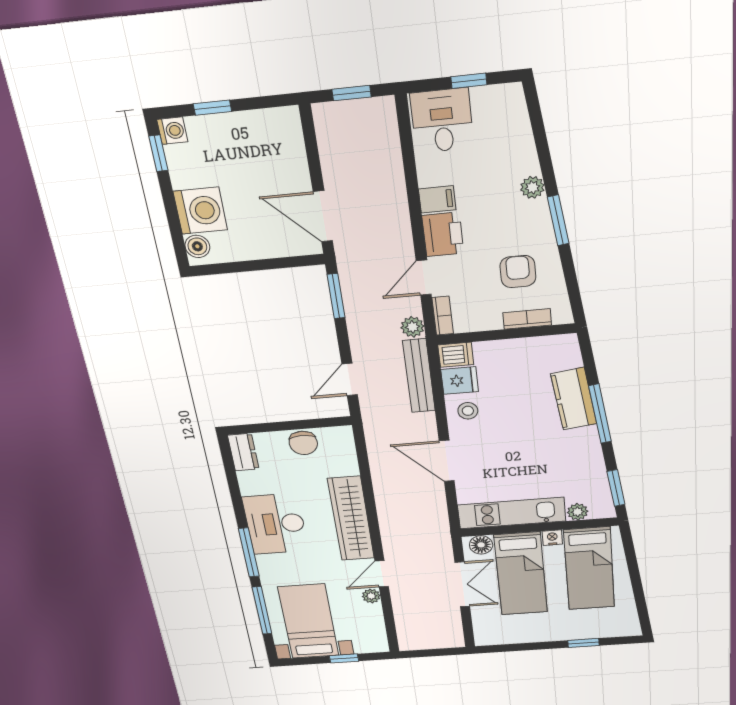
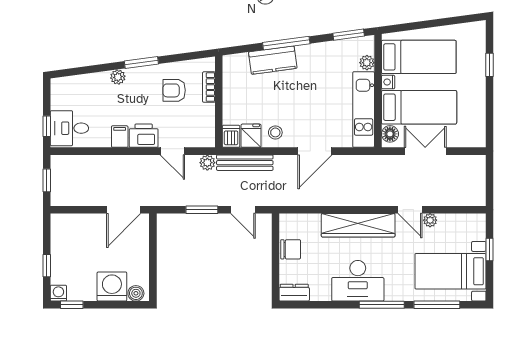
window: (469, 81) -> (47, 126), moved
window: (336, 296) -> (202, 210), moved
bookcase: (443, 316) -> (201, 142), removed

